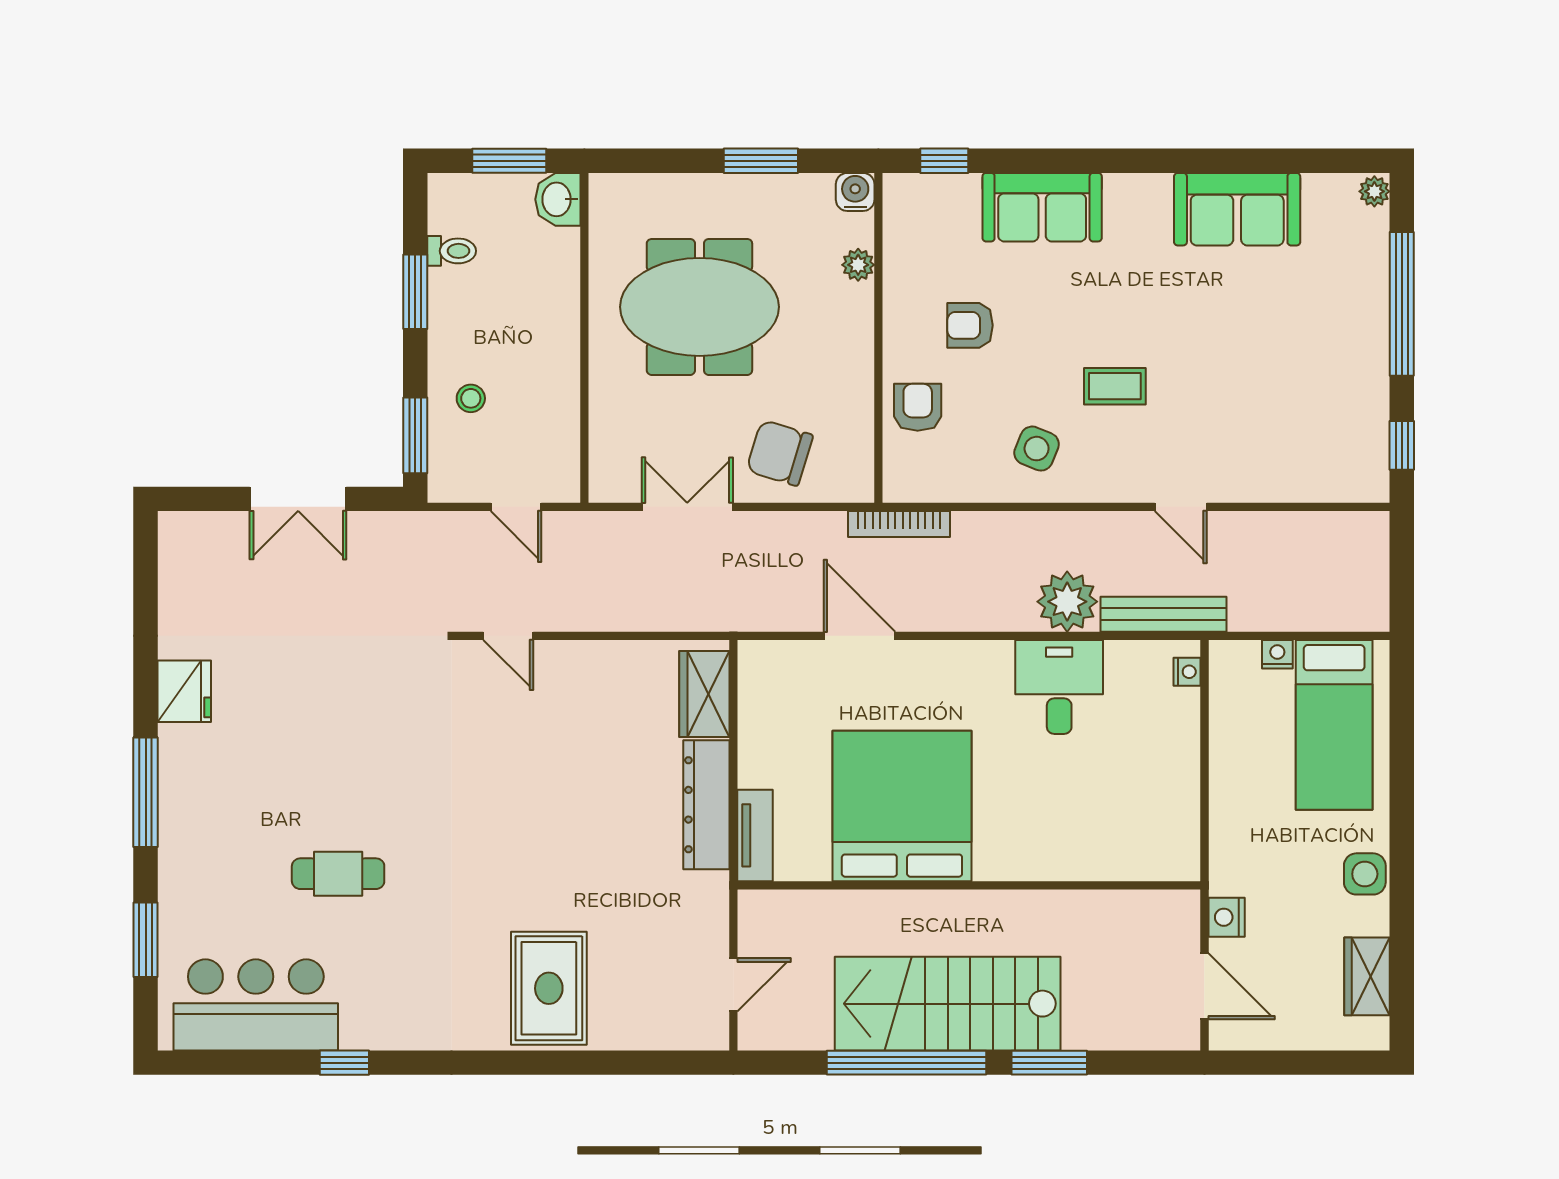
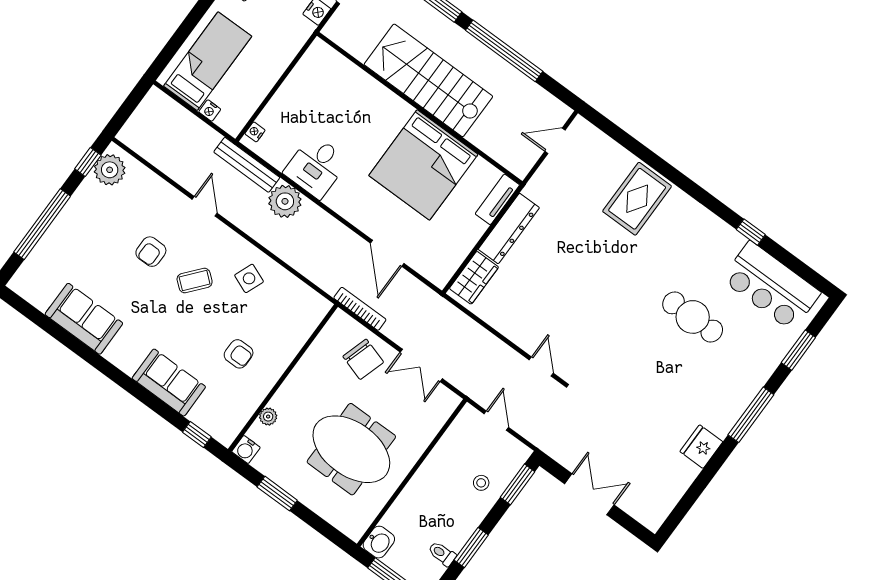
plant: (1374, 191) -> (110, 170), moved, width x1.88, depth x1.88
coffee table: (1115, 386) -> (195, 280), turned -50
armchair: (918, 407) -> (151, 252), moved
bookcase: (899, 524) -> (360, 309), moved
cafe table: (338, 874) -> (693, 317), width x1.37, depth x1.35
stairs: (948, 1004) -> (428, 80), moved, turned 180

